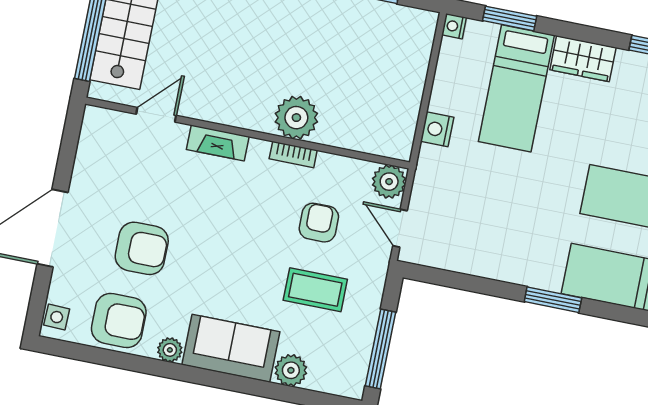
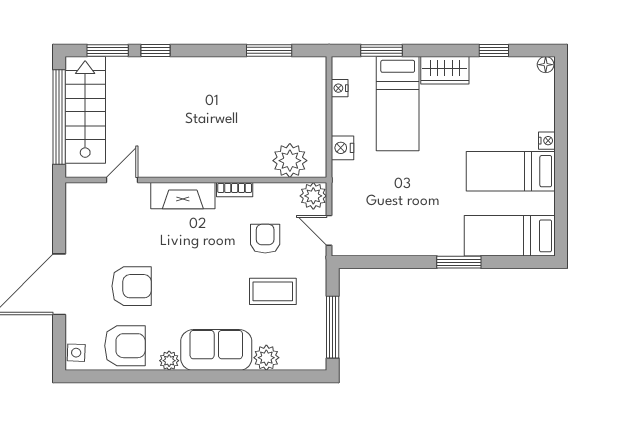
nightstand: (454, 26) -> (340, 88), moved
plant: (296, 118) -> (290, 161), moved
fireplace: (218, 143) -> (183, 196), width x1.37, depth x1.32

